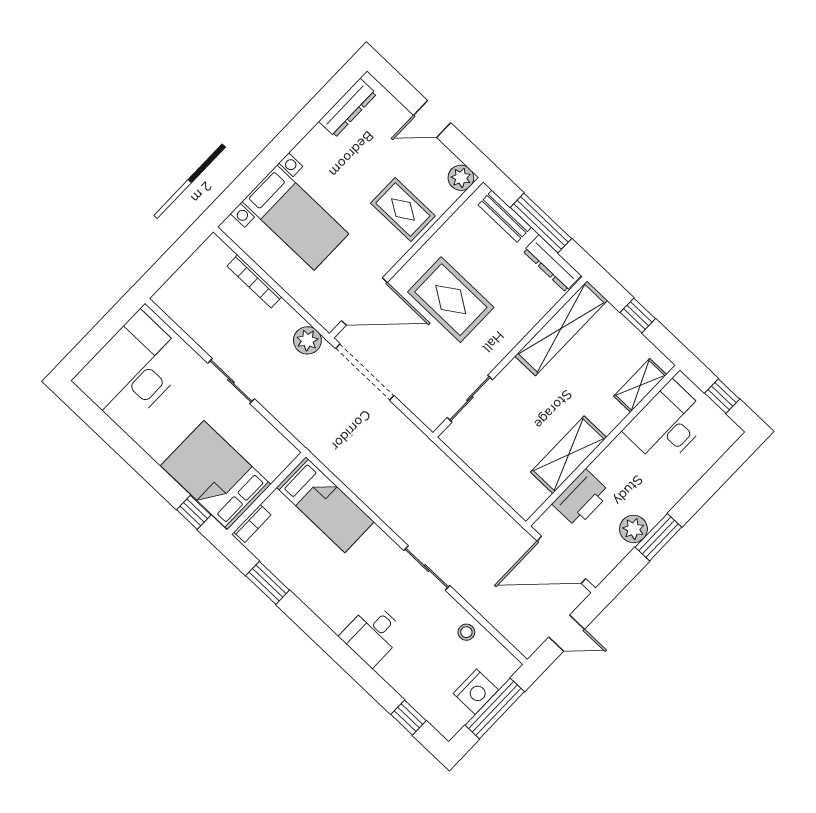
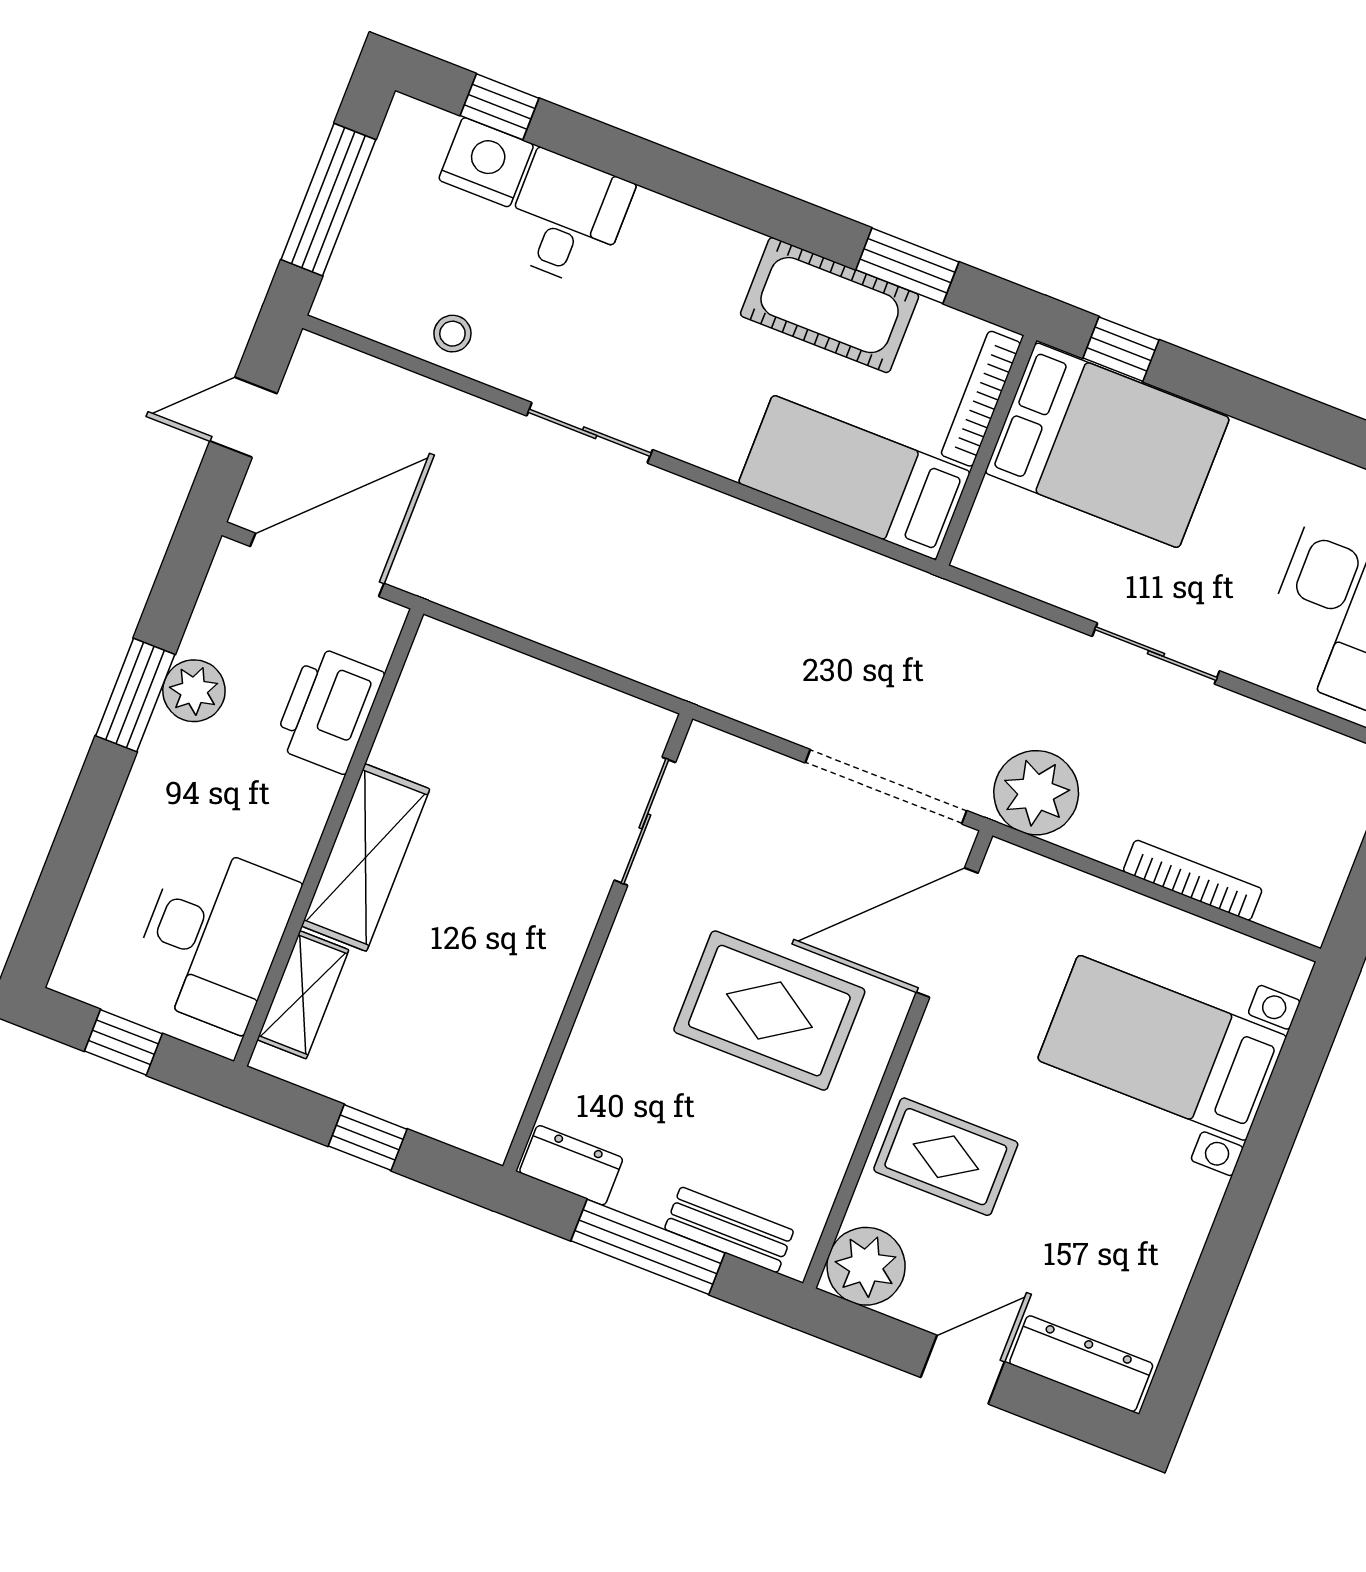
dresser: (348, 108) -> (1081, 1364), moved, turned 90
plant: (461, 178) -> (866, 1266), width x1.36, depth x1.36
dresser: (552, 263) -> (571, 1165), width x0.70
shelving: (561, 328) -> (516, 1046), removed
plant: (307, 340) -> (1036, 793), width x1.36, depth x1.36
shelving: (569, 455) -> (366, 857), moved
bookcase: (252, 523) -> (981, 399), width x1.56
cot: (306, 580) -> (830, 305), added
desk: (373, 634) -> (567, 218), moved
nightstand: (476, 692) -> (486, 162), moved, turned 90

